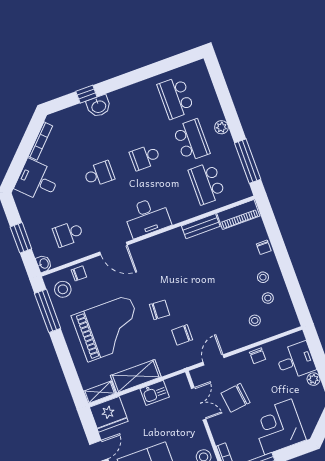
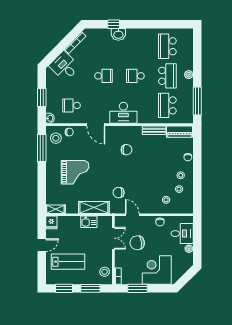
chair: (160, 310) -> (127, 150), moved
grand piano: (109, 328) -> (75, 172), width x0.73, depth x0.68
door: (214, 360) -> (132, 215), hinge flipped
shelving: (136, 376) -> (94, 207), moved
fridge: (109, 414) -> (51, 222), width x0.53, depth x0.75

